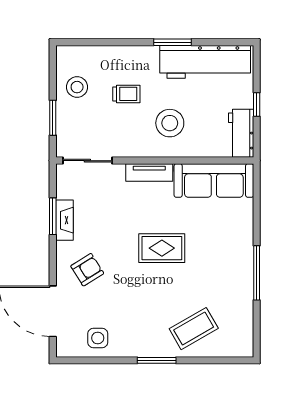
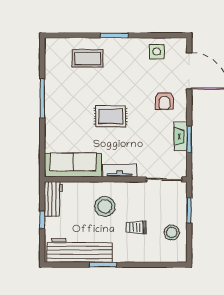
armchair: (87, 270) -> (164, 101), turned -58
coffee table: (194, 329) -> (88, 58), turned 30

